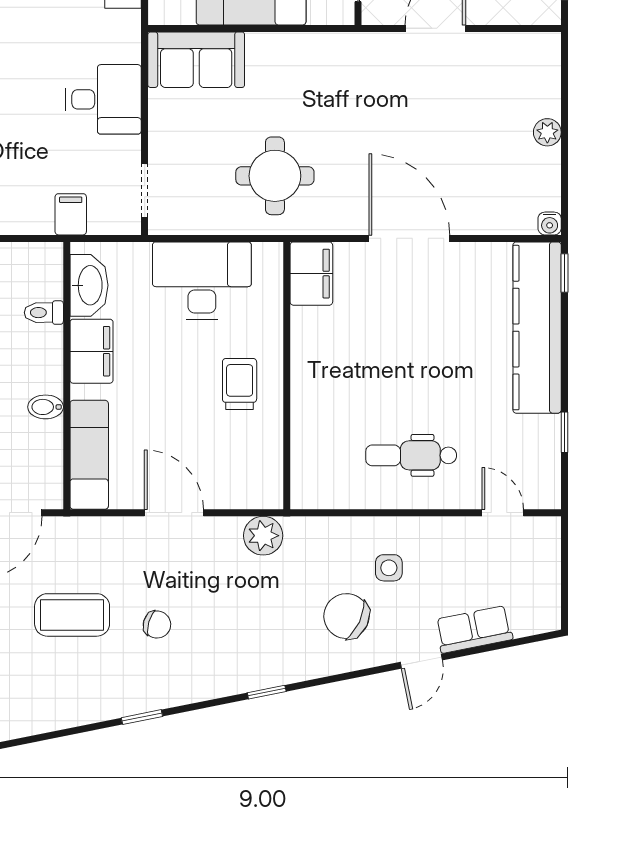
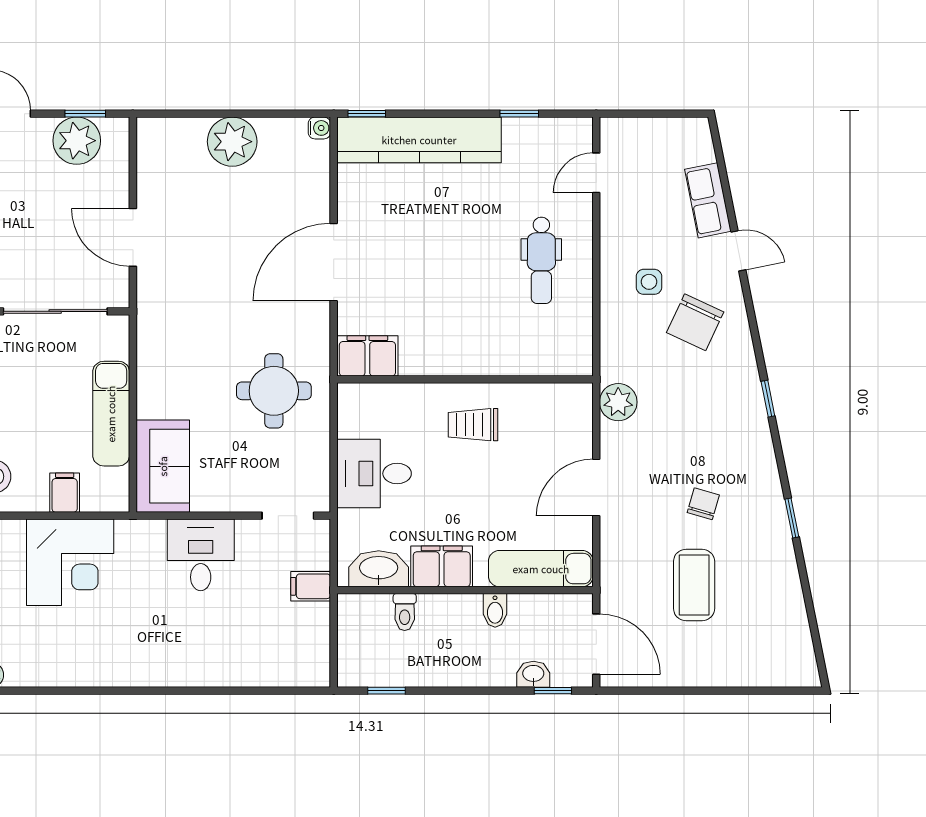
plant: (547, 132) -> (232, 142), width x1.87, depth x1.87
desk: (202, 281) -> (374, 474), width x0.73

